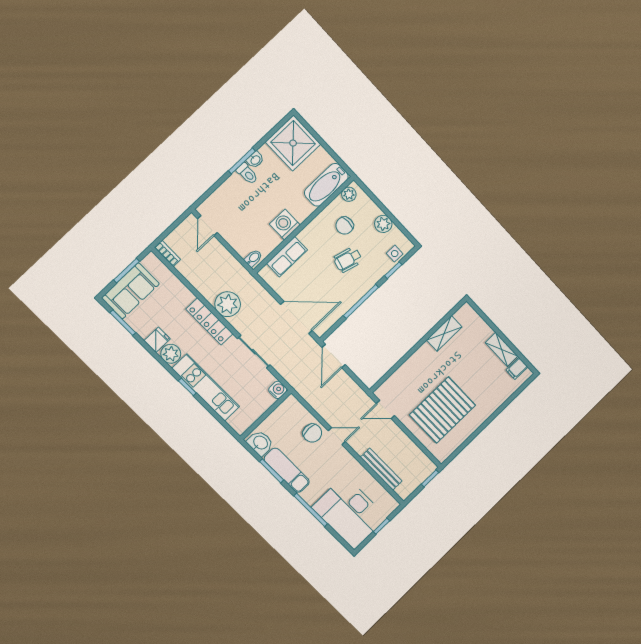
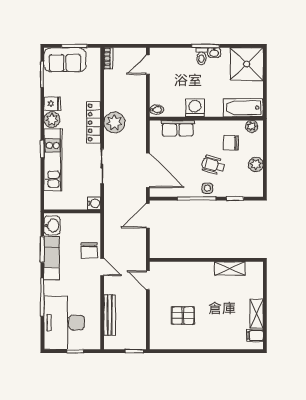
side table: (395, 254) -> (207, 188), moved
pallet: (442, 410) -> (183, 316), width x0.49, depth x0.50

